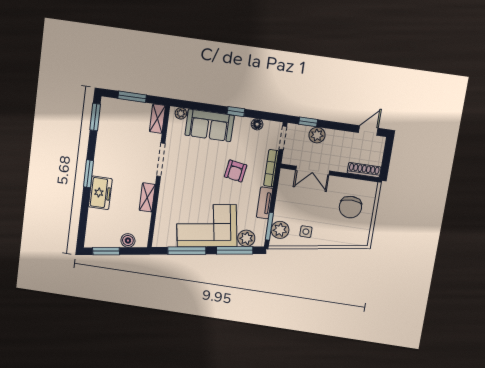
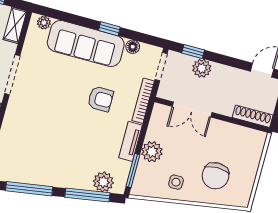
sofa: (209, 125) -> (86, 44), width x1.36
armchair: (236, 171) -> (100, 99), turned -99
chair: (350, 207) -> (215, 176), moved
corner sofa: (207, 226) -> (57, 161), removed
plant: (280, 230) -> (152, 152), moved

